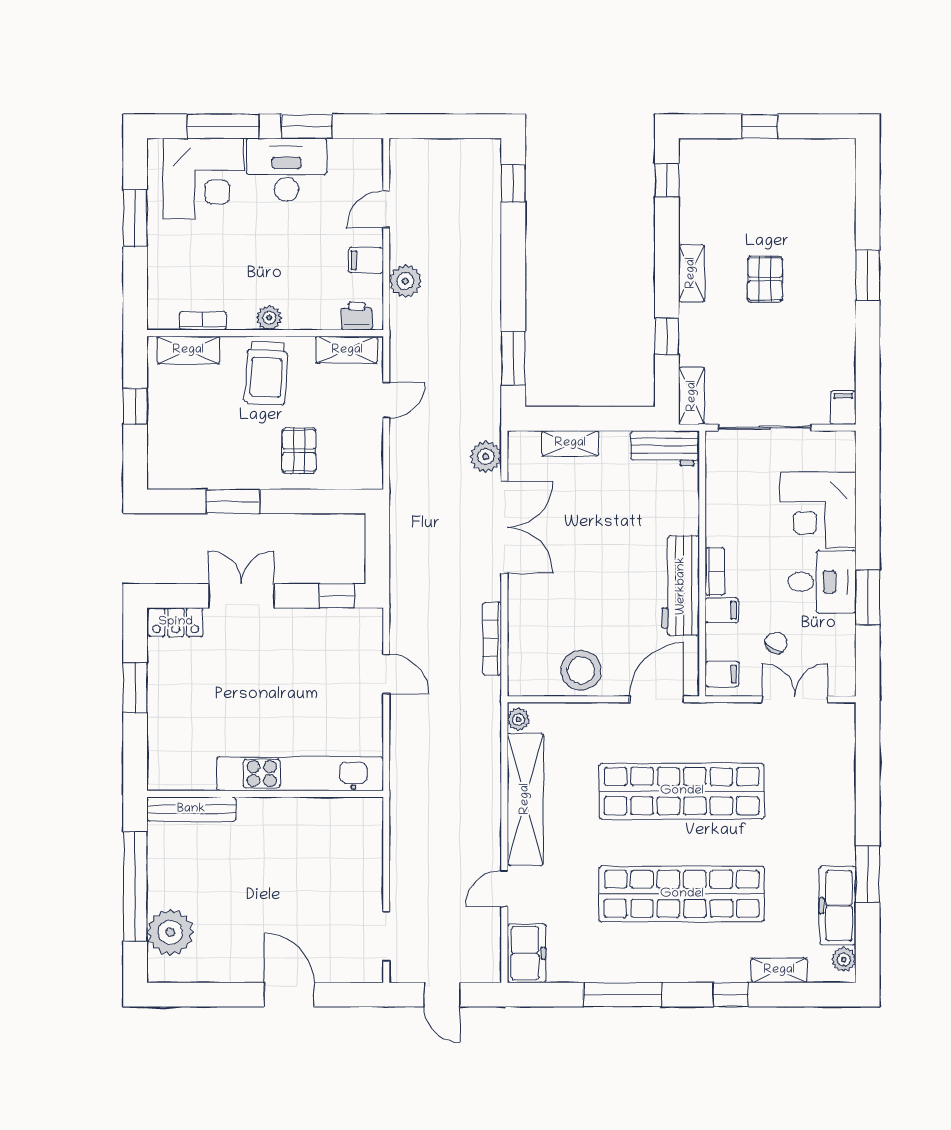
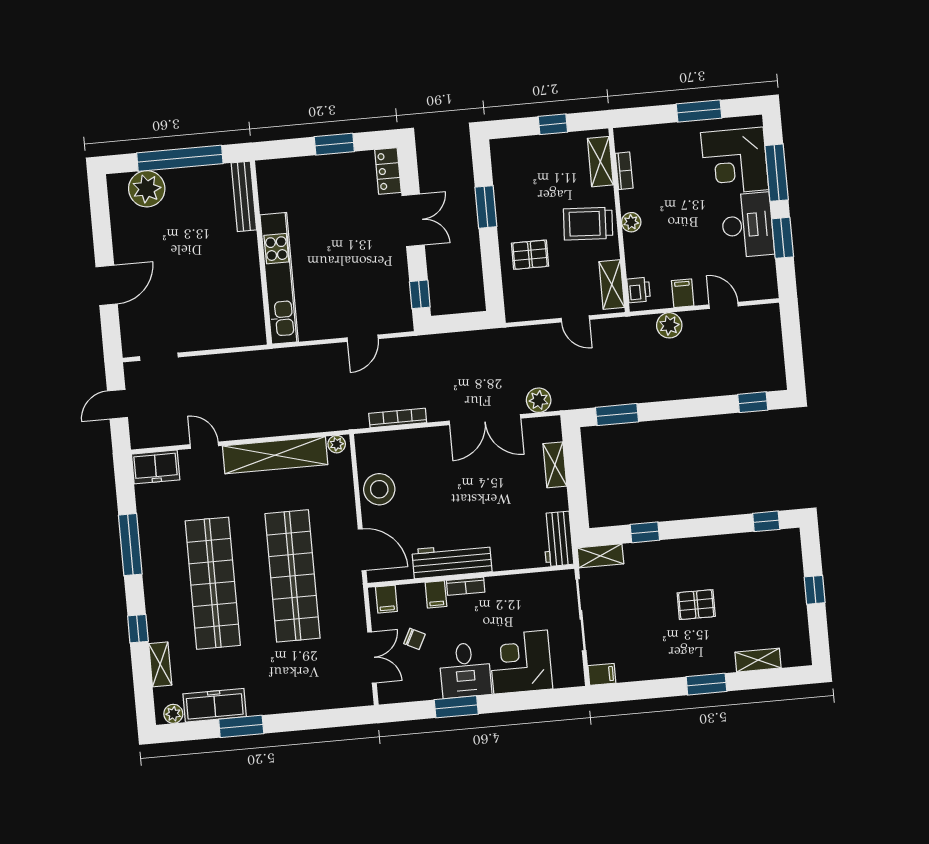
shelving: (691, 273) -> (758, 660), moved

